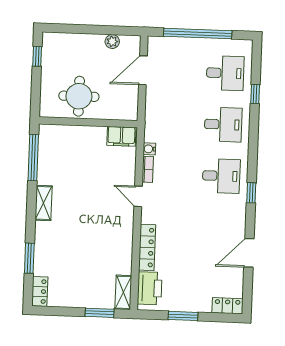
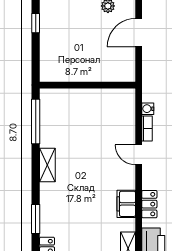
round table: (79, 96) -> (78, 60), removed
filing cabinet: (121, 136) -> (126, 204), moved, turned 90
locker: (147, 247) -> (149, 204), width x0.66

